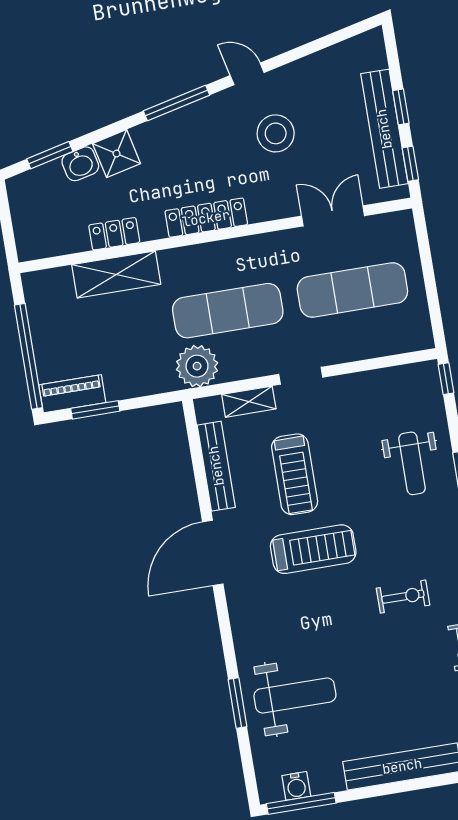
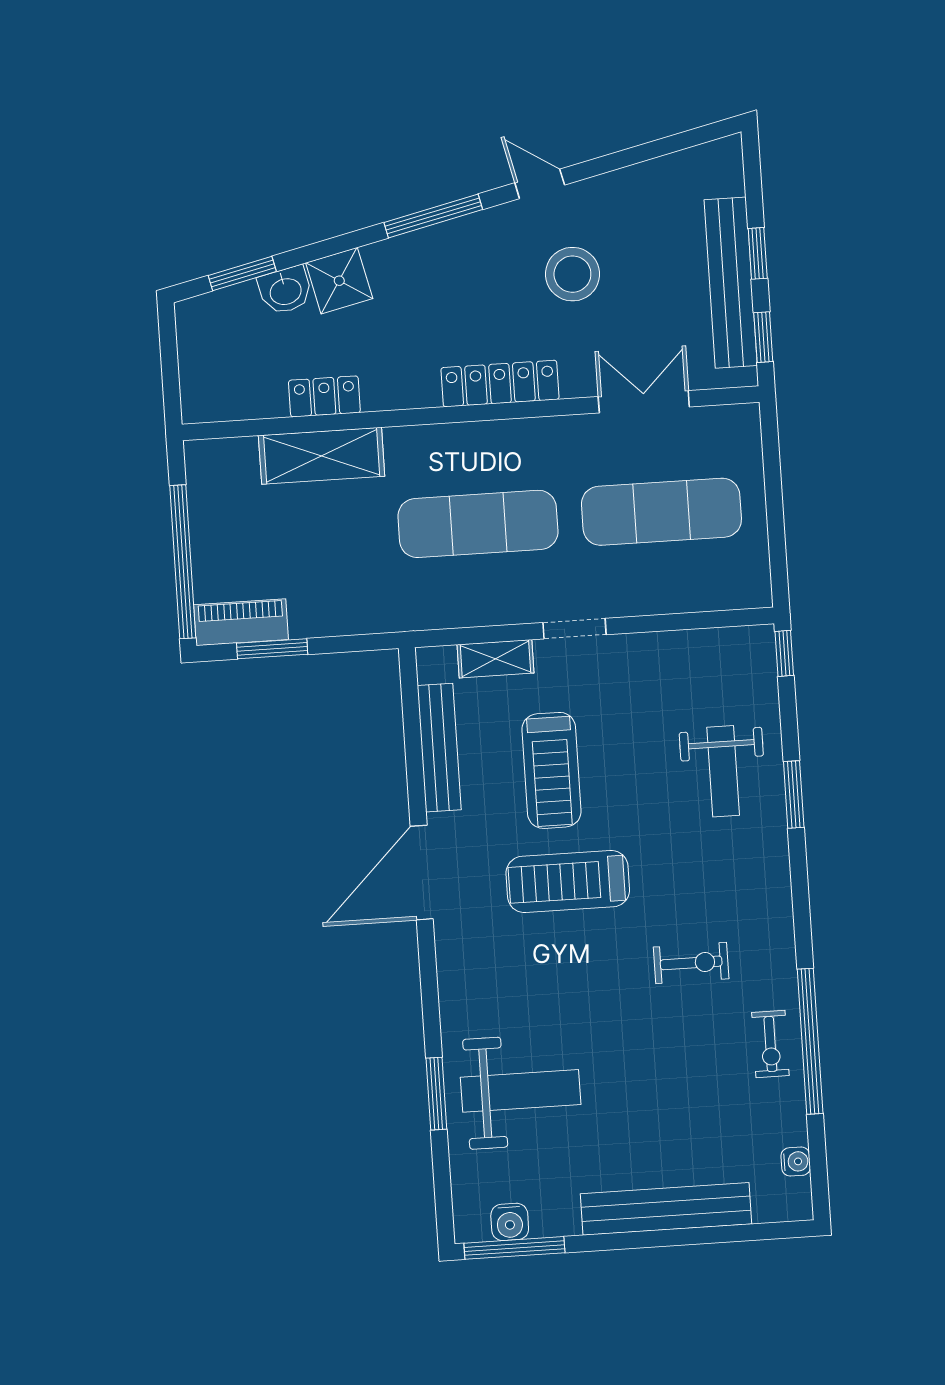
locker: (206, 218) -> (500, 384), moved
plant: (197, 366) -> (426, 600), removed
treadmill: (313, 549) -> (568, 881), turned 180

